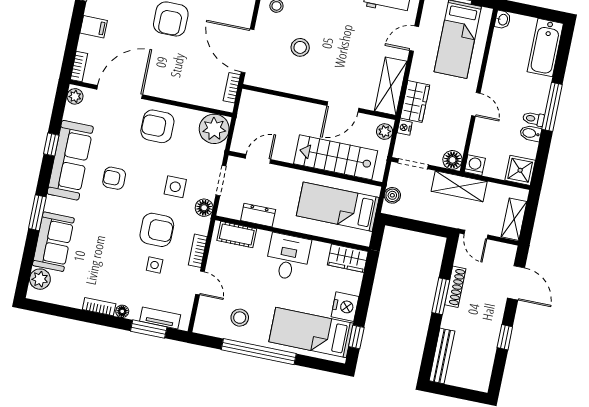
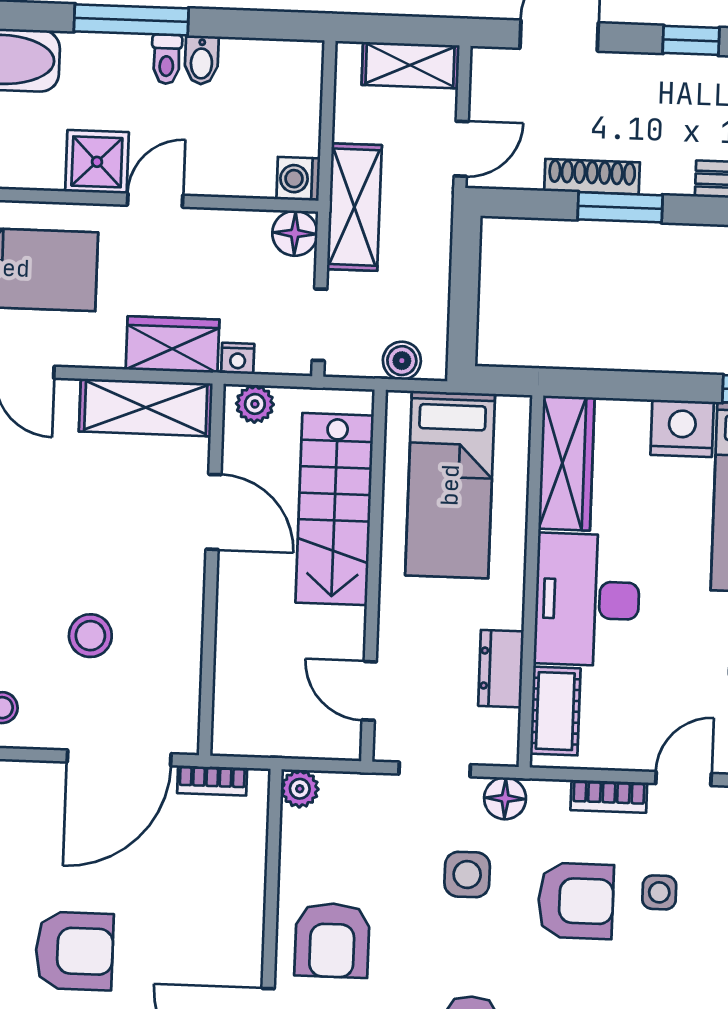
plant: (214, 129) -> (300, 789), width x0.53, depth x0.53
shower: (520, 170) -> (97, 162), moved
armchair: (157, 230) -> (576, 901), turned 90
desk: (288, 257) -> (587, 600), width x1.37
wardrobe: (348, 258) -> (567, 463), width x1.50

